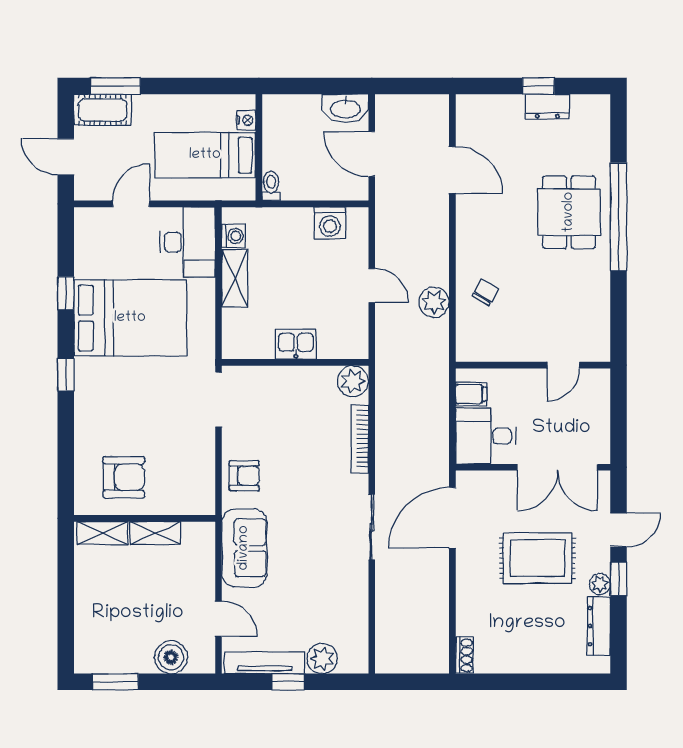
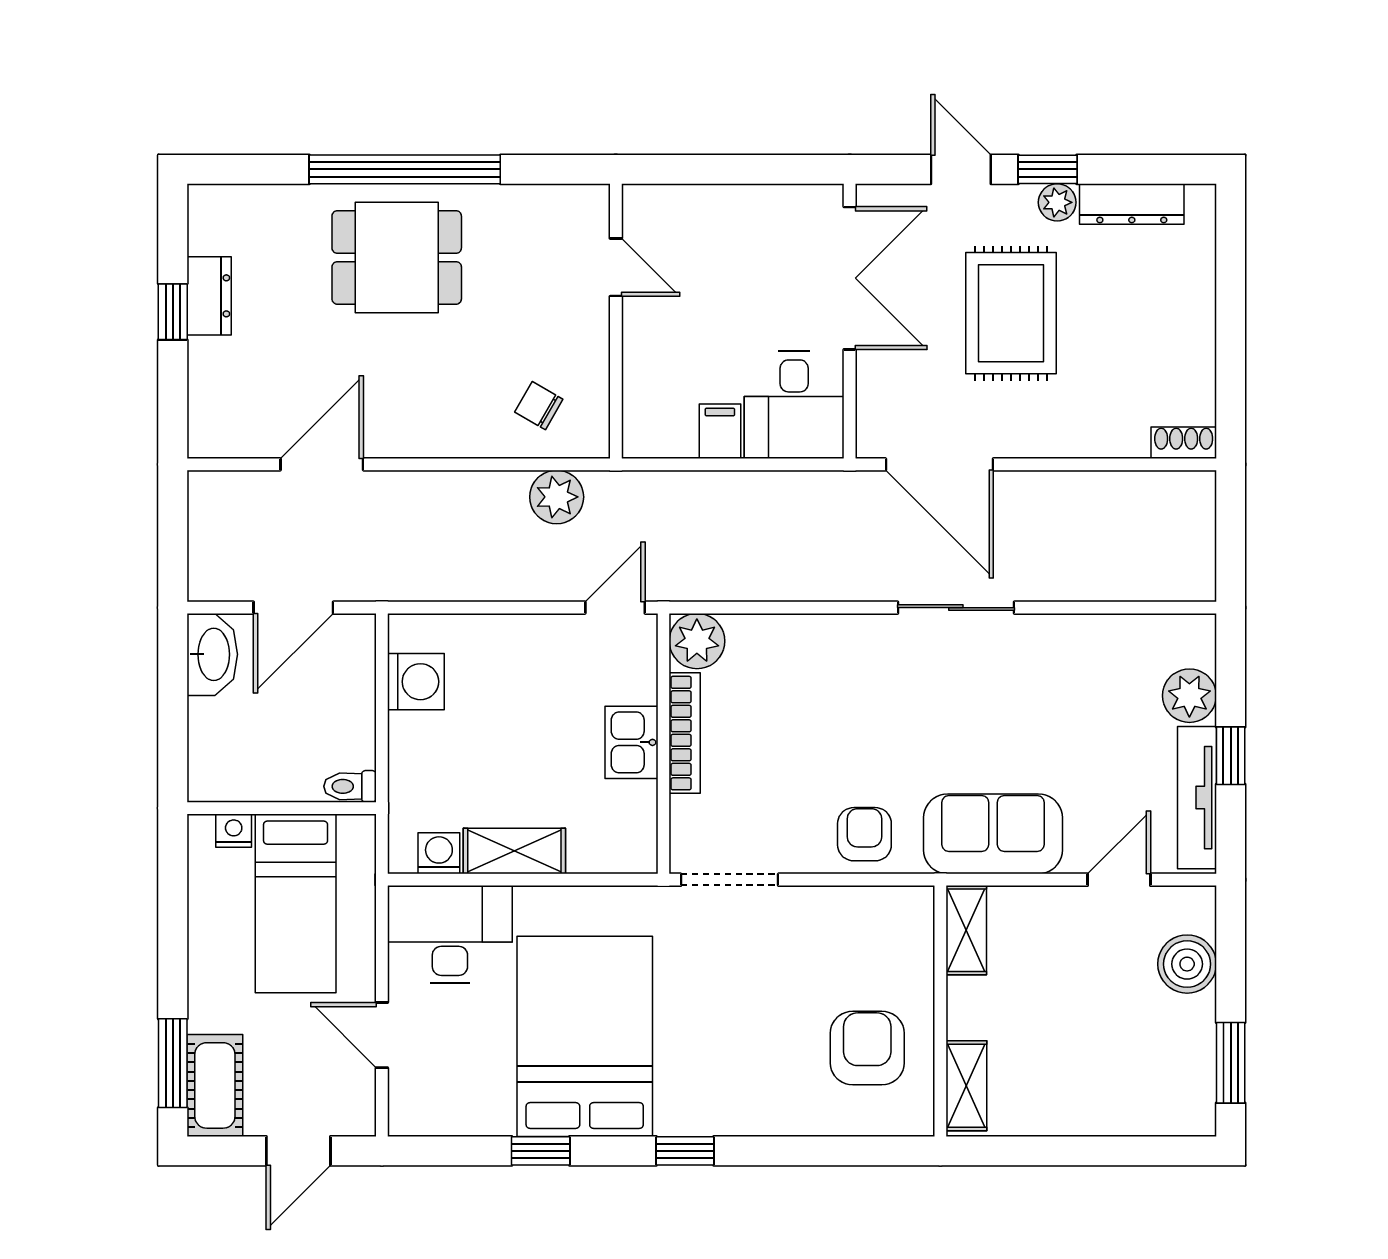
door: (372, 286) -> (615, 608), moved
wall: (533, 365) -> (616, 321), moved
door: (563, 365) -> (616, 267), moved
bookcase: (360, 439) -> (685, 733), moved, turned -90
shelving: (155, 533) -> (966, 930), moved

